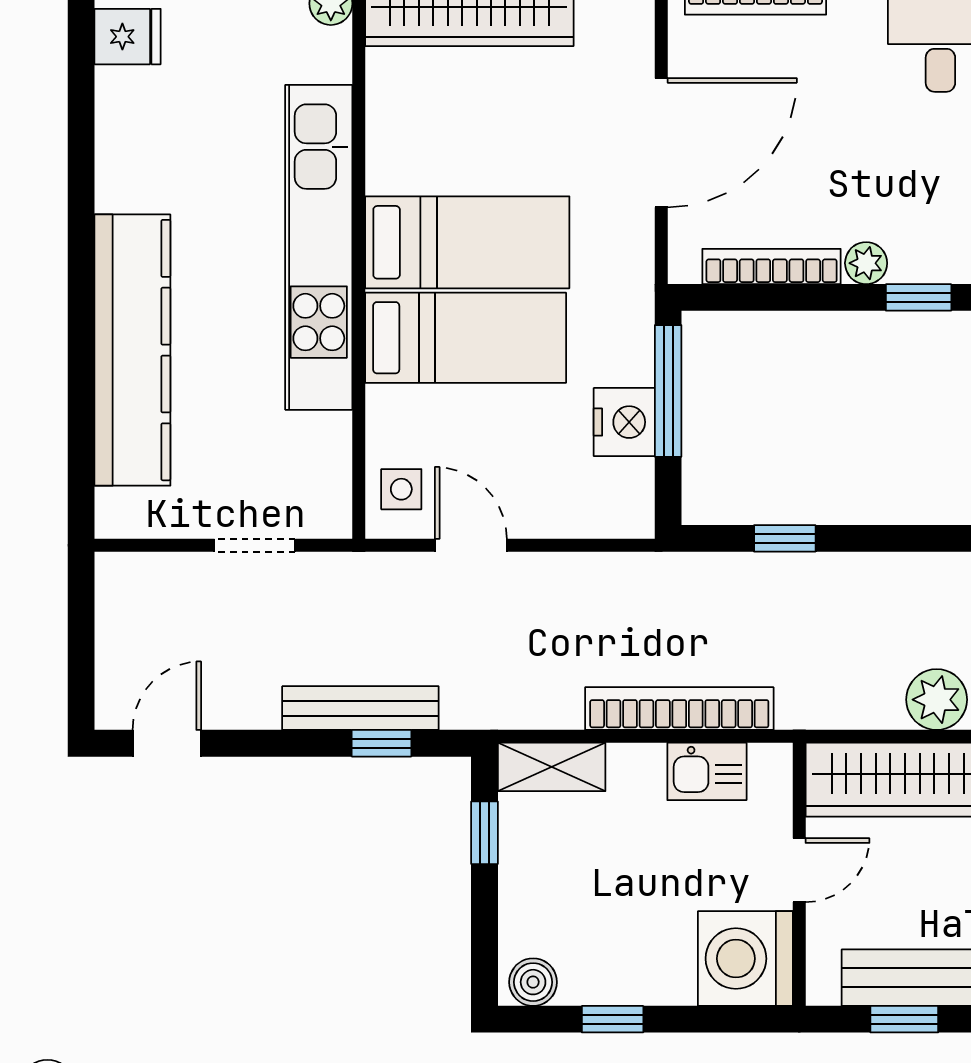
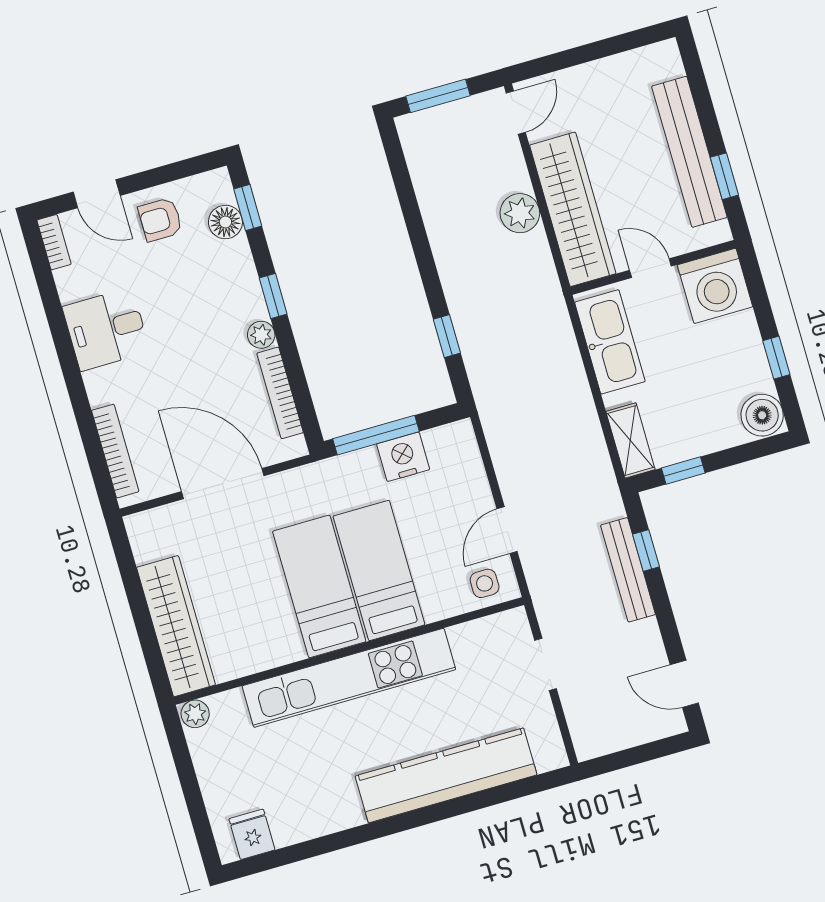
bookcase: (679, 709) -> (571, 371), removed
kitchen sink: (707, 771) -> (610, 342), width x1.88, depth x1.24
boiler: (533, 982) -> (762, 415), width x1.36, depth x1.36

